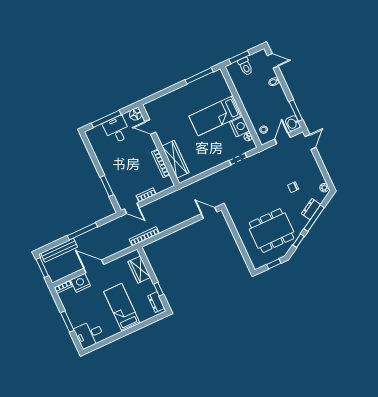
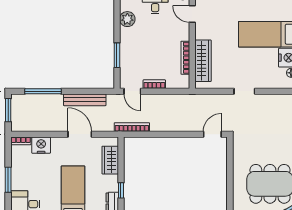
plant: (102, 154) -> (127, 19), added
doorway: (238, 159) -> (244, 91), moved
door: (209, 213) -> (212, 134), hinge flipped
window: (82, 231) -> (43, 91), moved
bench: (59, 250) -> (85, 100), moved
door: (94, 266) -> (80, 134), moved

